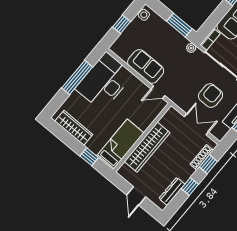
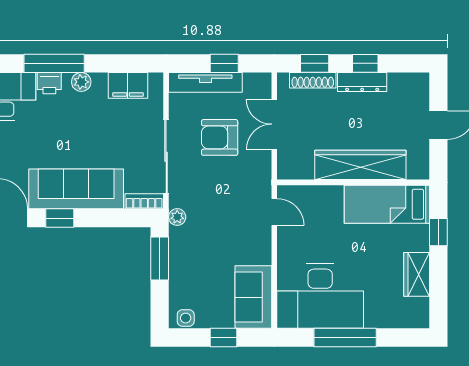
sofa: (146, 66) -> (253, 297), moved
wardrobe: (74, 128) -> (417, 274), width x0.67
dresser: (172, 191) -> (362, 82), moved

